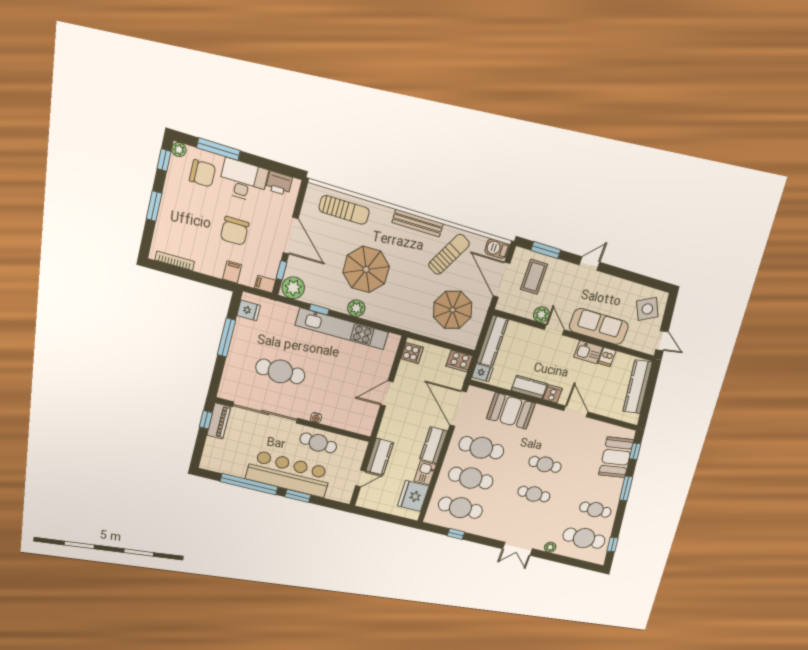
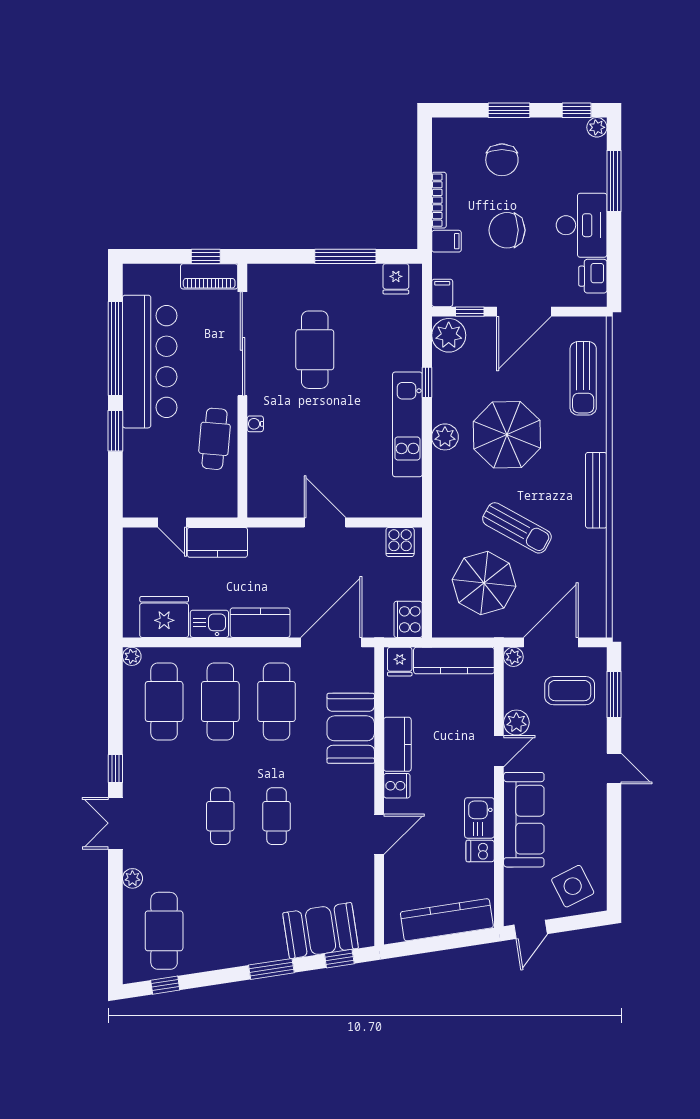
chair: (203, 173) -> (502, 160), moved
barbecue: (497, 249) -> (594, 620), removed
sun lounger: (449, 254) -> (517, 528), moved
bookcase: (175, 261) -> (439, 200), moved
plant: (502, 305) -> (513, 657), added
kitchen unit: (342, 329) -> (407, 424), width x0.73
bar counter: (289, 474) -> (150, 362), moved
cafe table: (595, 510) -> (220, 931), removed
plant: (430, 518) -> (132, 656), added
window: (456, 534) -> (115, 769), moved

